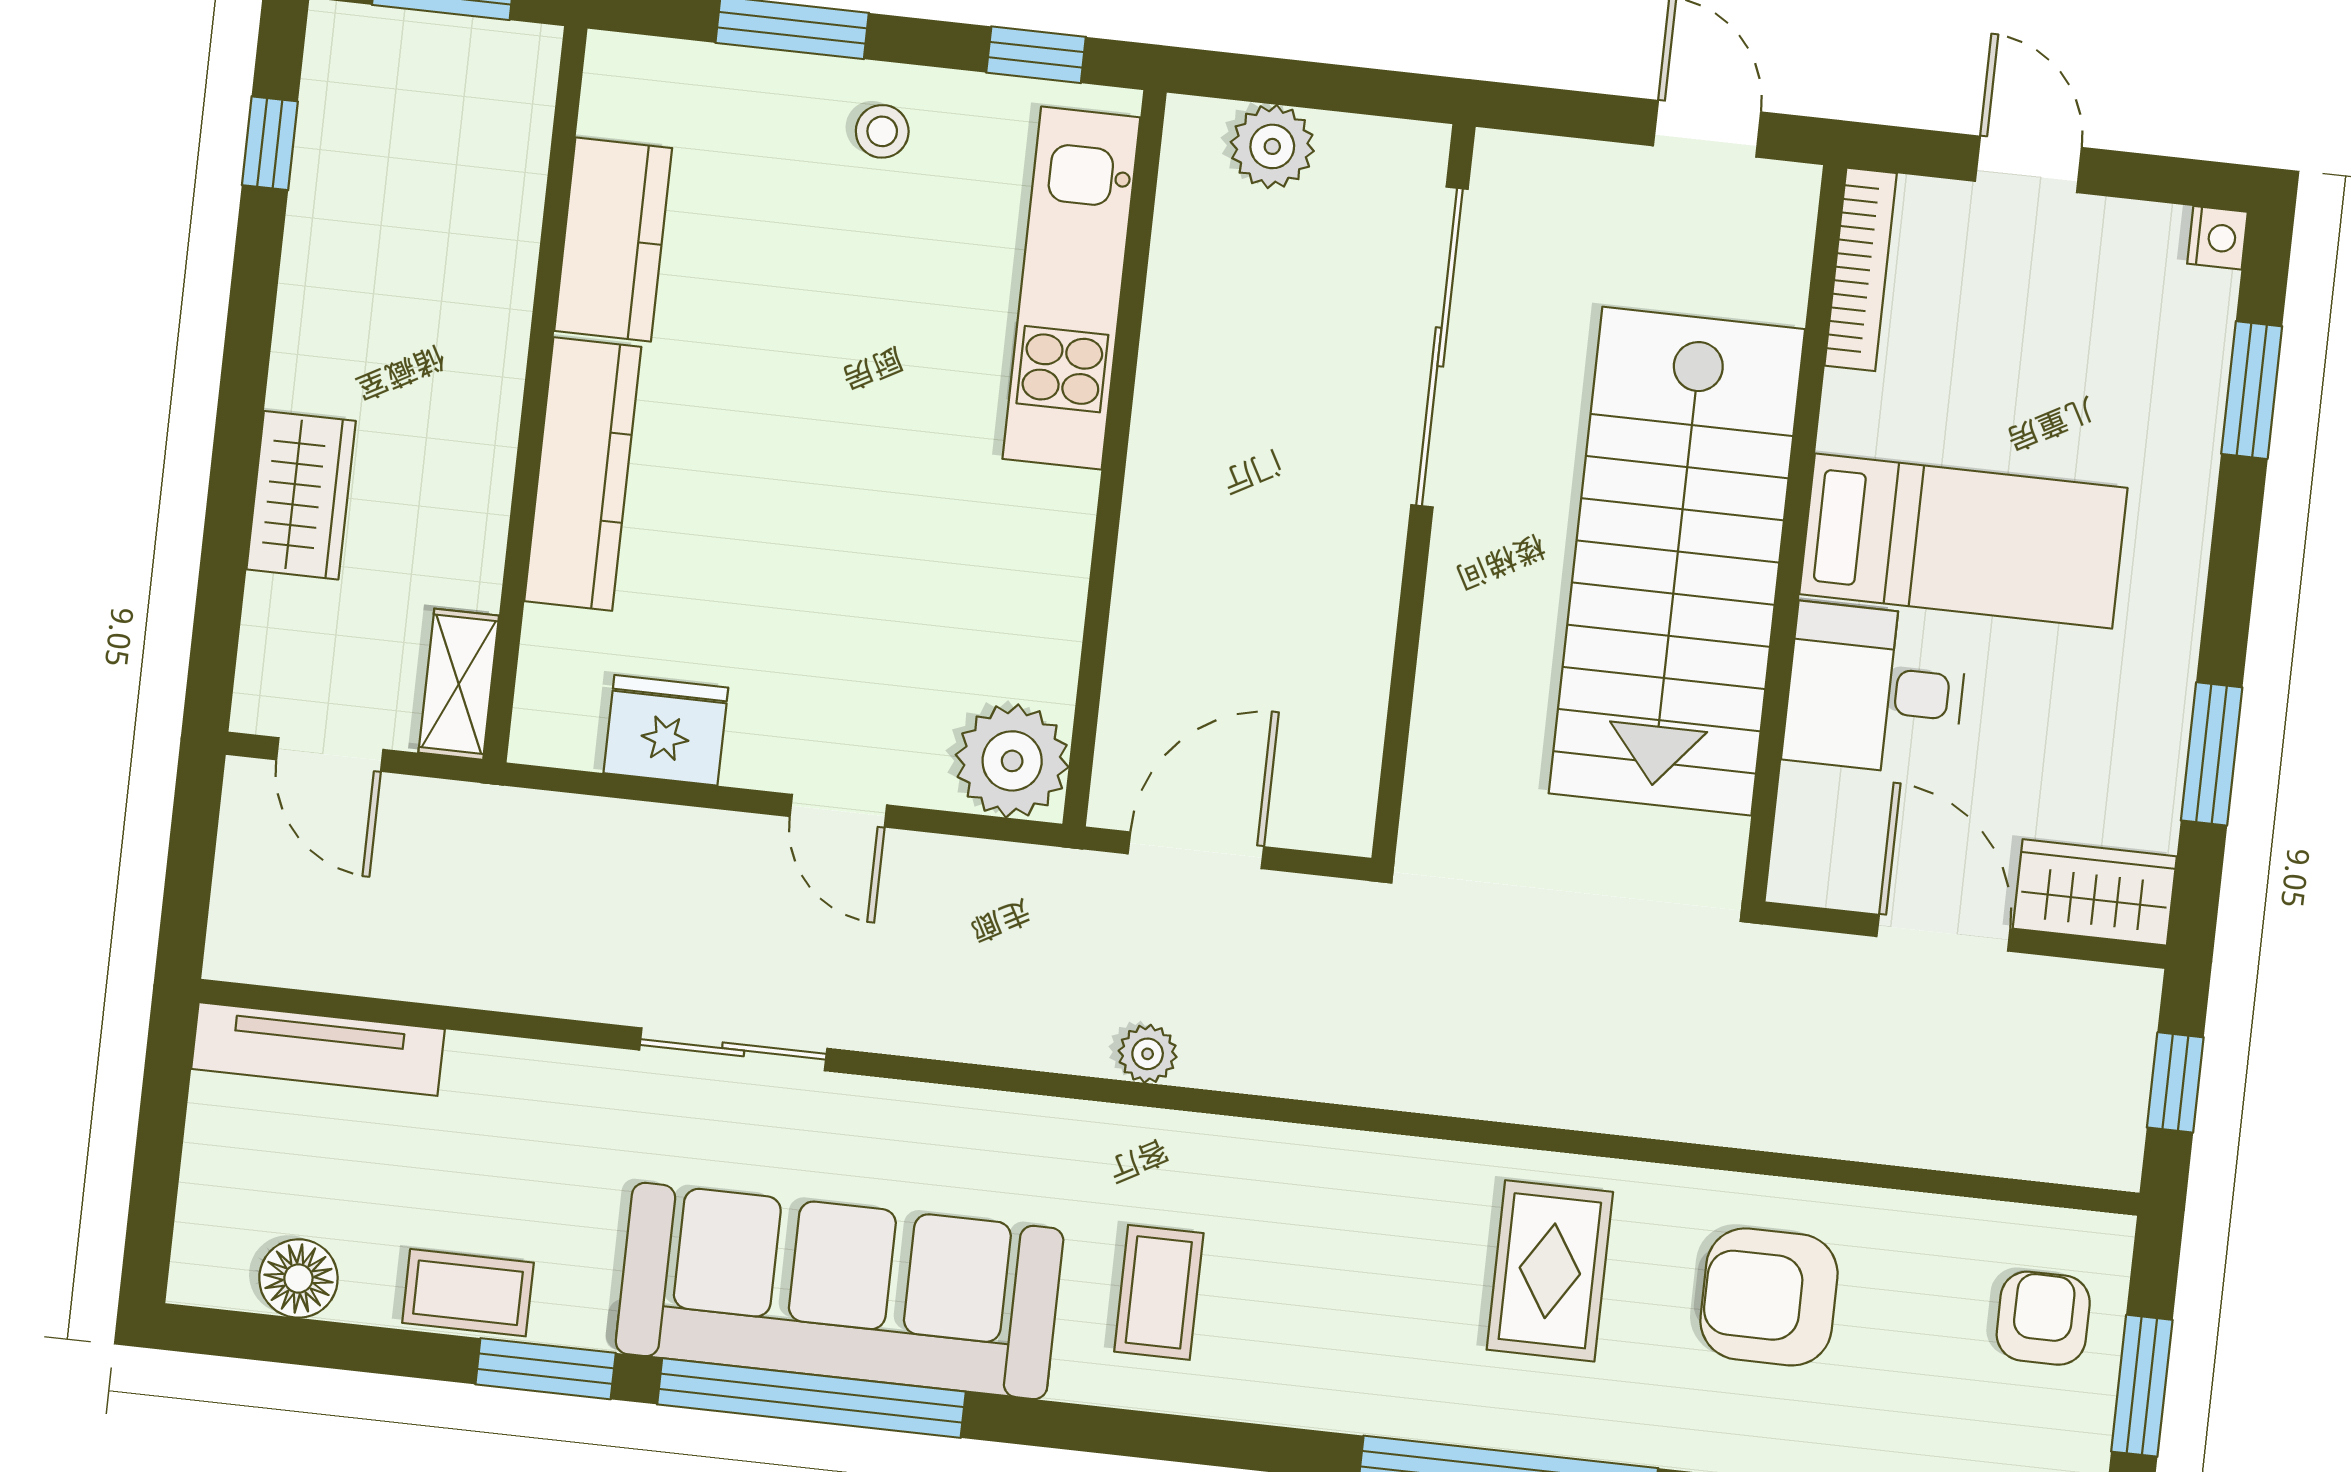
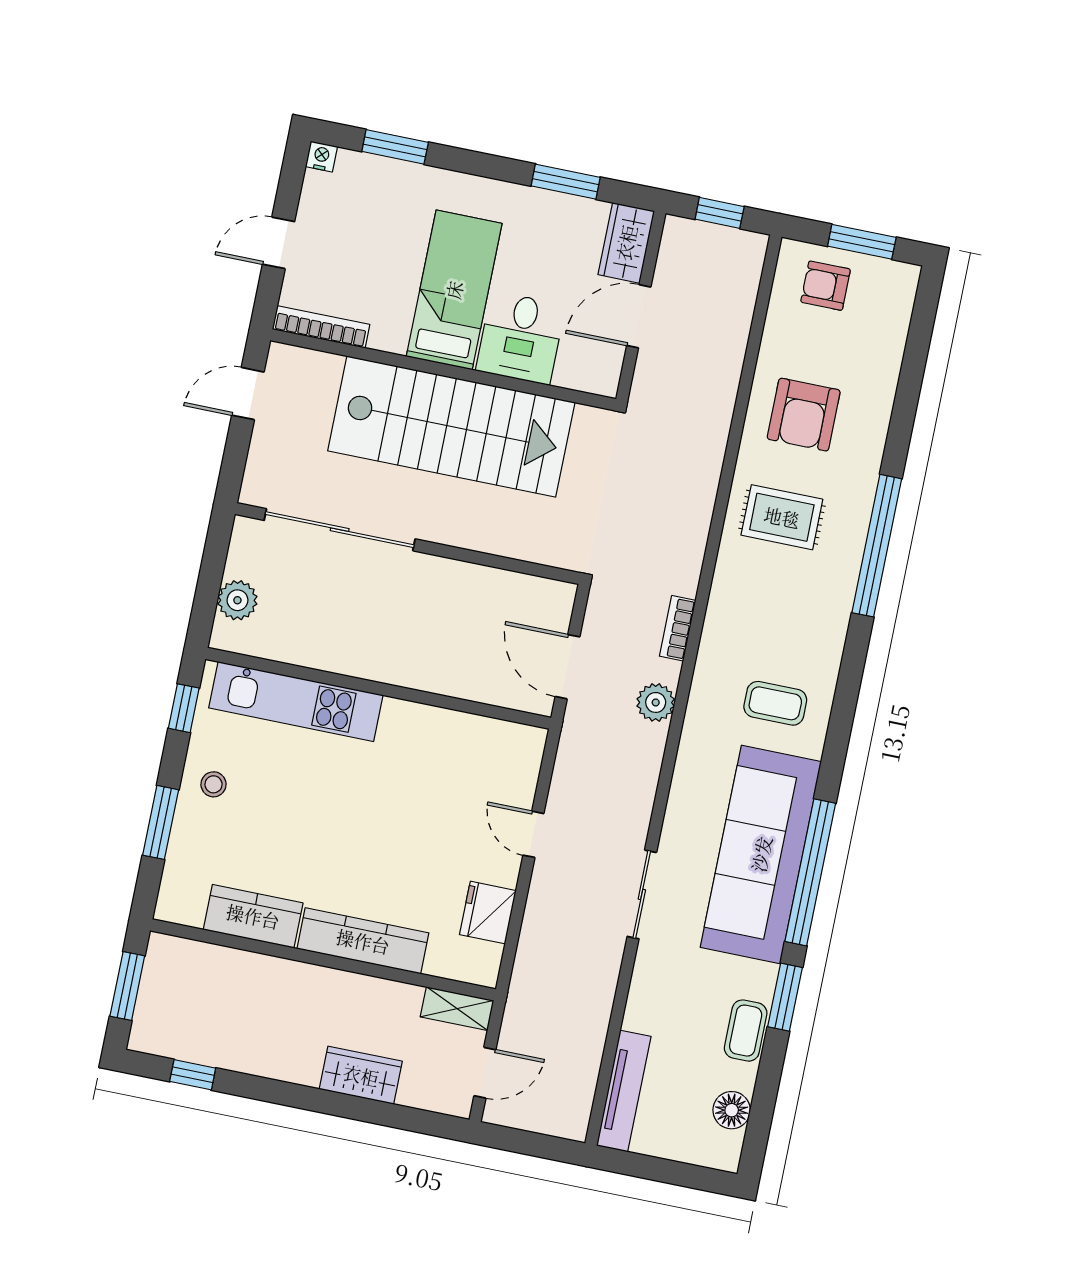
plant: (1012, 761) -> (517, 750), removed
door: (838, 811) -> (533, 834), swing flipped
plant: (1148, 1054) -> (656, 702), width x1.38, depth x1.38
bookcase: (1297, 1074) -> (678, 628), added

